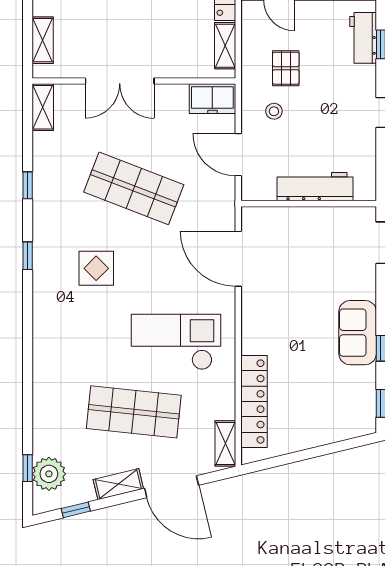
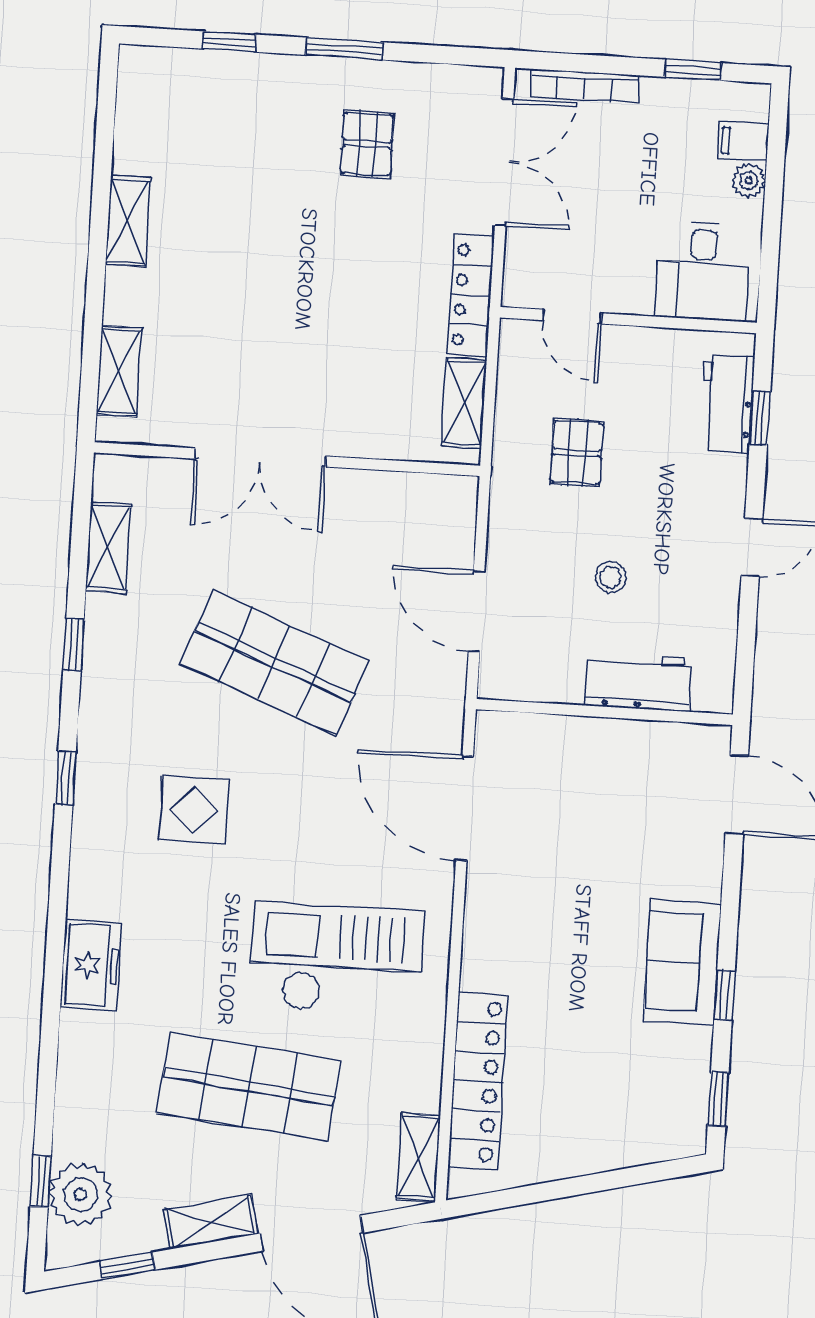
freezer: (212, 99) -> (91, 965), moved, turned -90
shelving: (43, 107) -> (108, 548), moved
stool: (274, 111) -> (610, 577), moved
workbench: (315, 187) -> (638, 682), width x0.73

